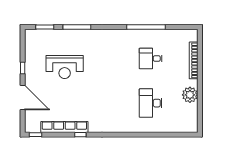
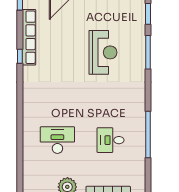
desk: (151, 58) -> (111, 140), turned -90
reception desk: (65, 67) -> (103, 52), moved, turned 180

